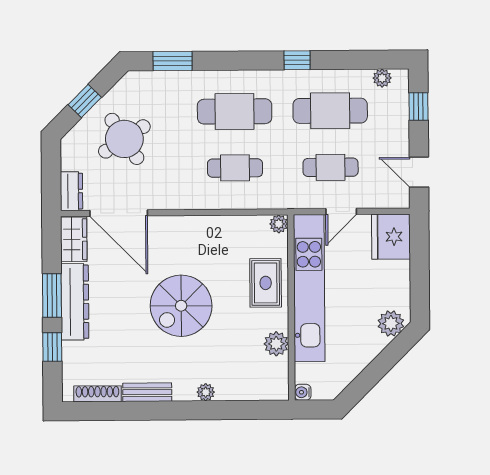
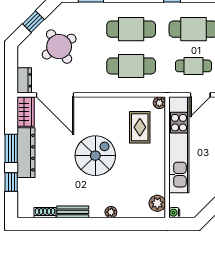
cafe table: (235, 168) -> (131, 66), width x1.37, depth x1.35
rug: (266, 283) -> (140, 127), moved
spiral stairs: (181, 306) -> (95, 156), turned 180
plant: (276, 344) -> (157, 203), moved
shoe rack: (97, 394) -> (45, 213), width x0.70

